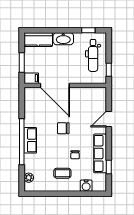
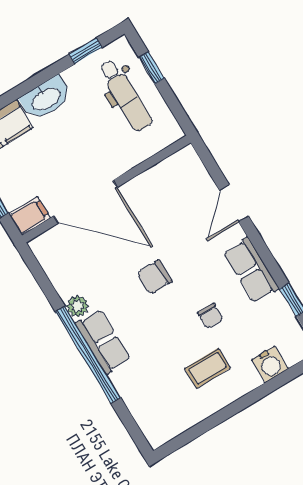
window: (109, 70) -> (152, 68), moved
row of seats: (100, 153) -> (251, 270), width x0.68
plant: (29, 178) -> (78, 306), moved

